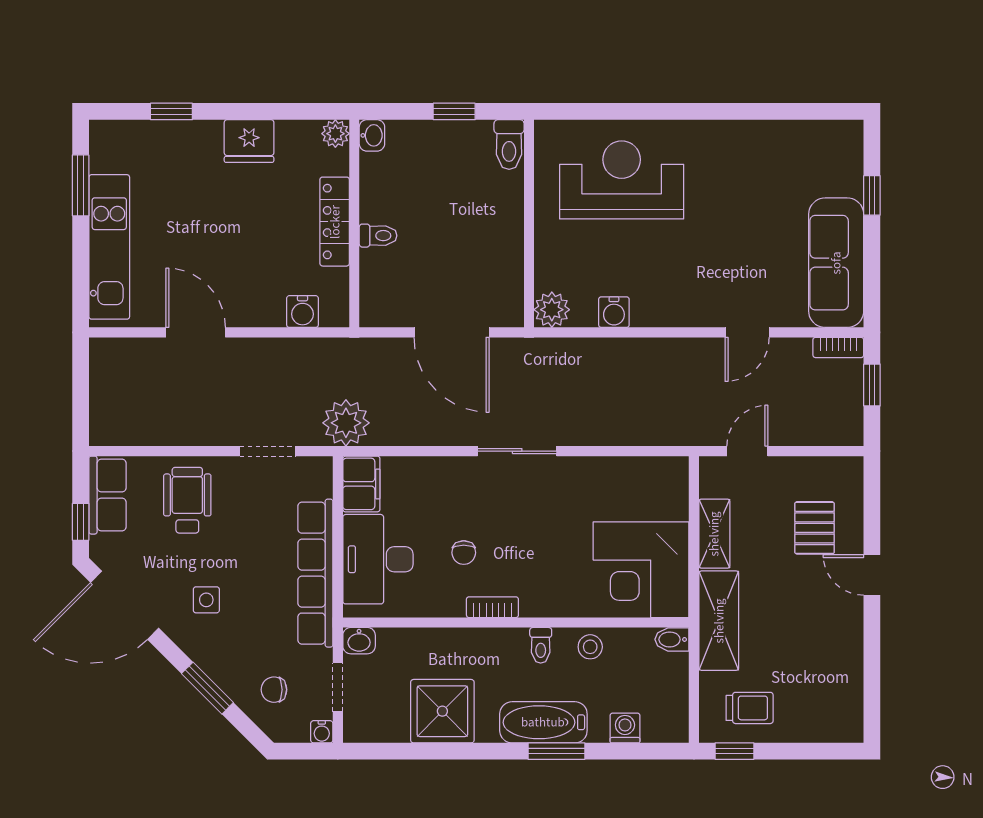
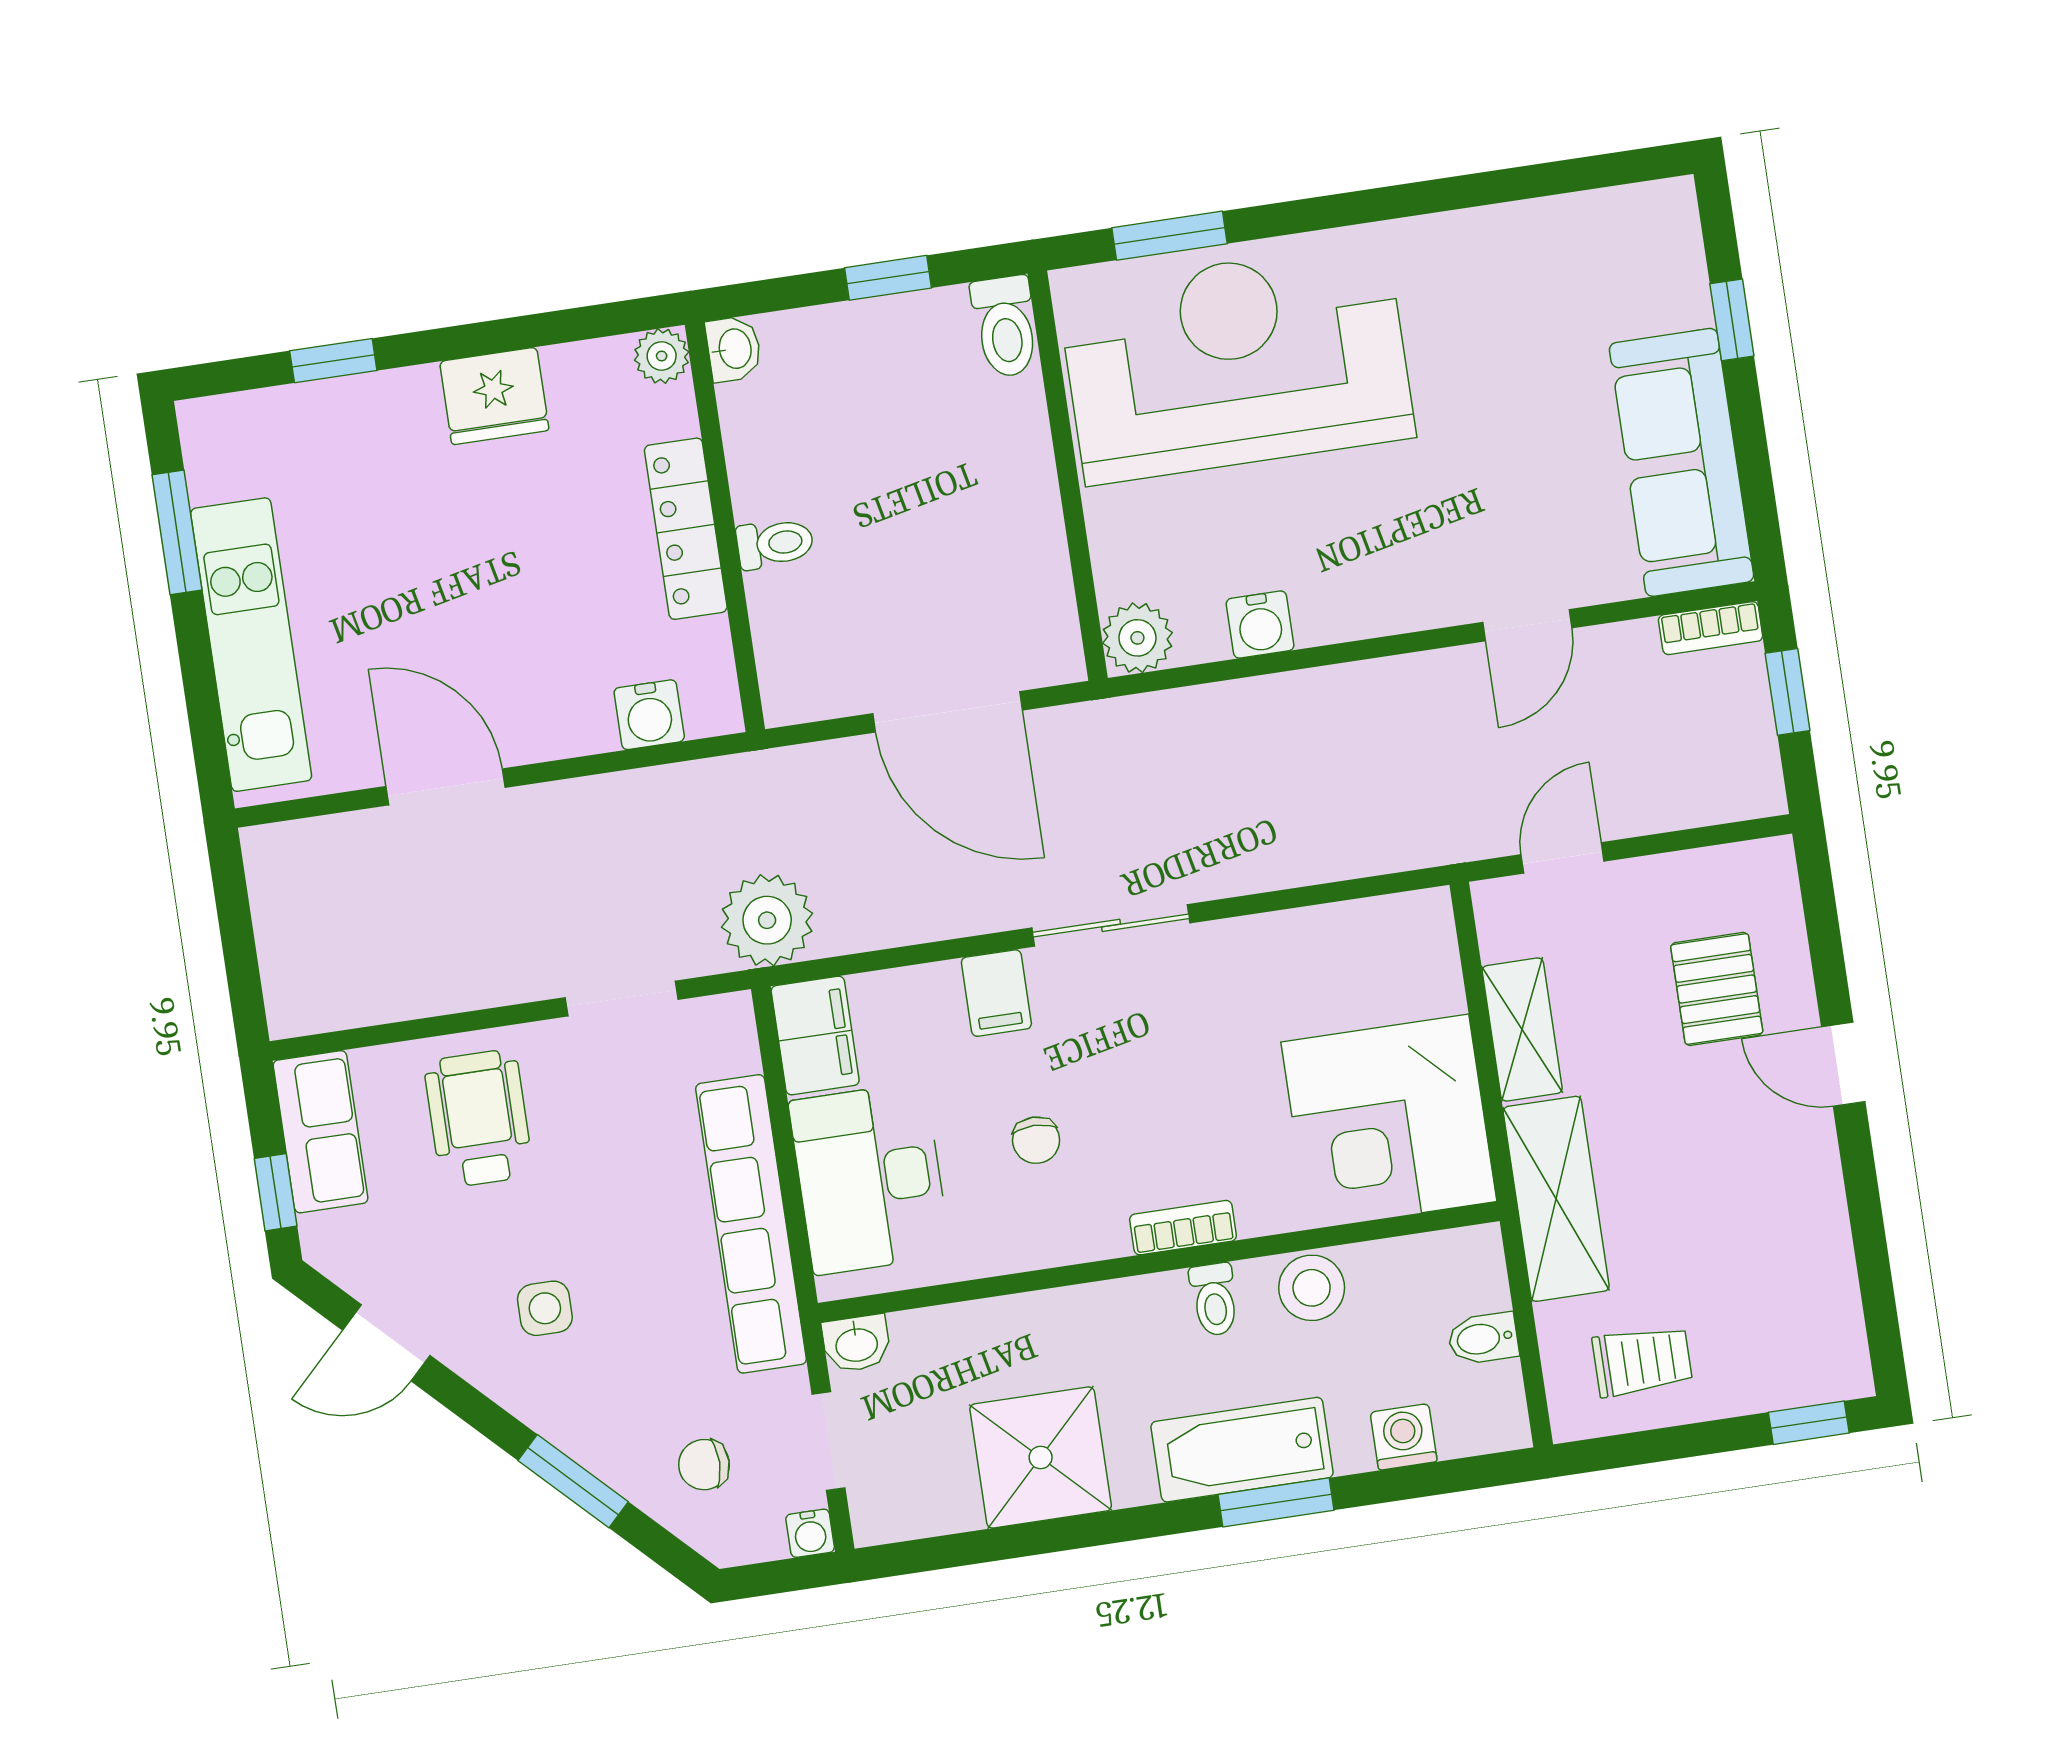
window: (598, 111) -> (1169, 236), added
reception desk: (622, 180) -> (1236, 363), width x1.36, depth x1.30
filing cabinet: (455, 476) -> (996, 993), added
door: (125, 605) -> (386, 1343), width x0.53
bookcase: (492, 607) -> (1183, 1228), moved
bidet: (672, 639) -> (1483, 1338), moved
stool: (590, 647) -> (1312, 1288), width x1.37, depth x1.37
window: (735, 751) -> (1809, 1423), moved

